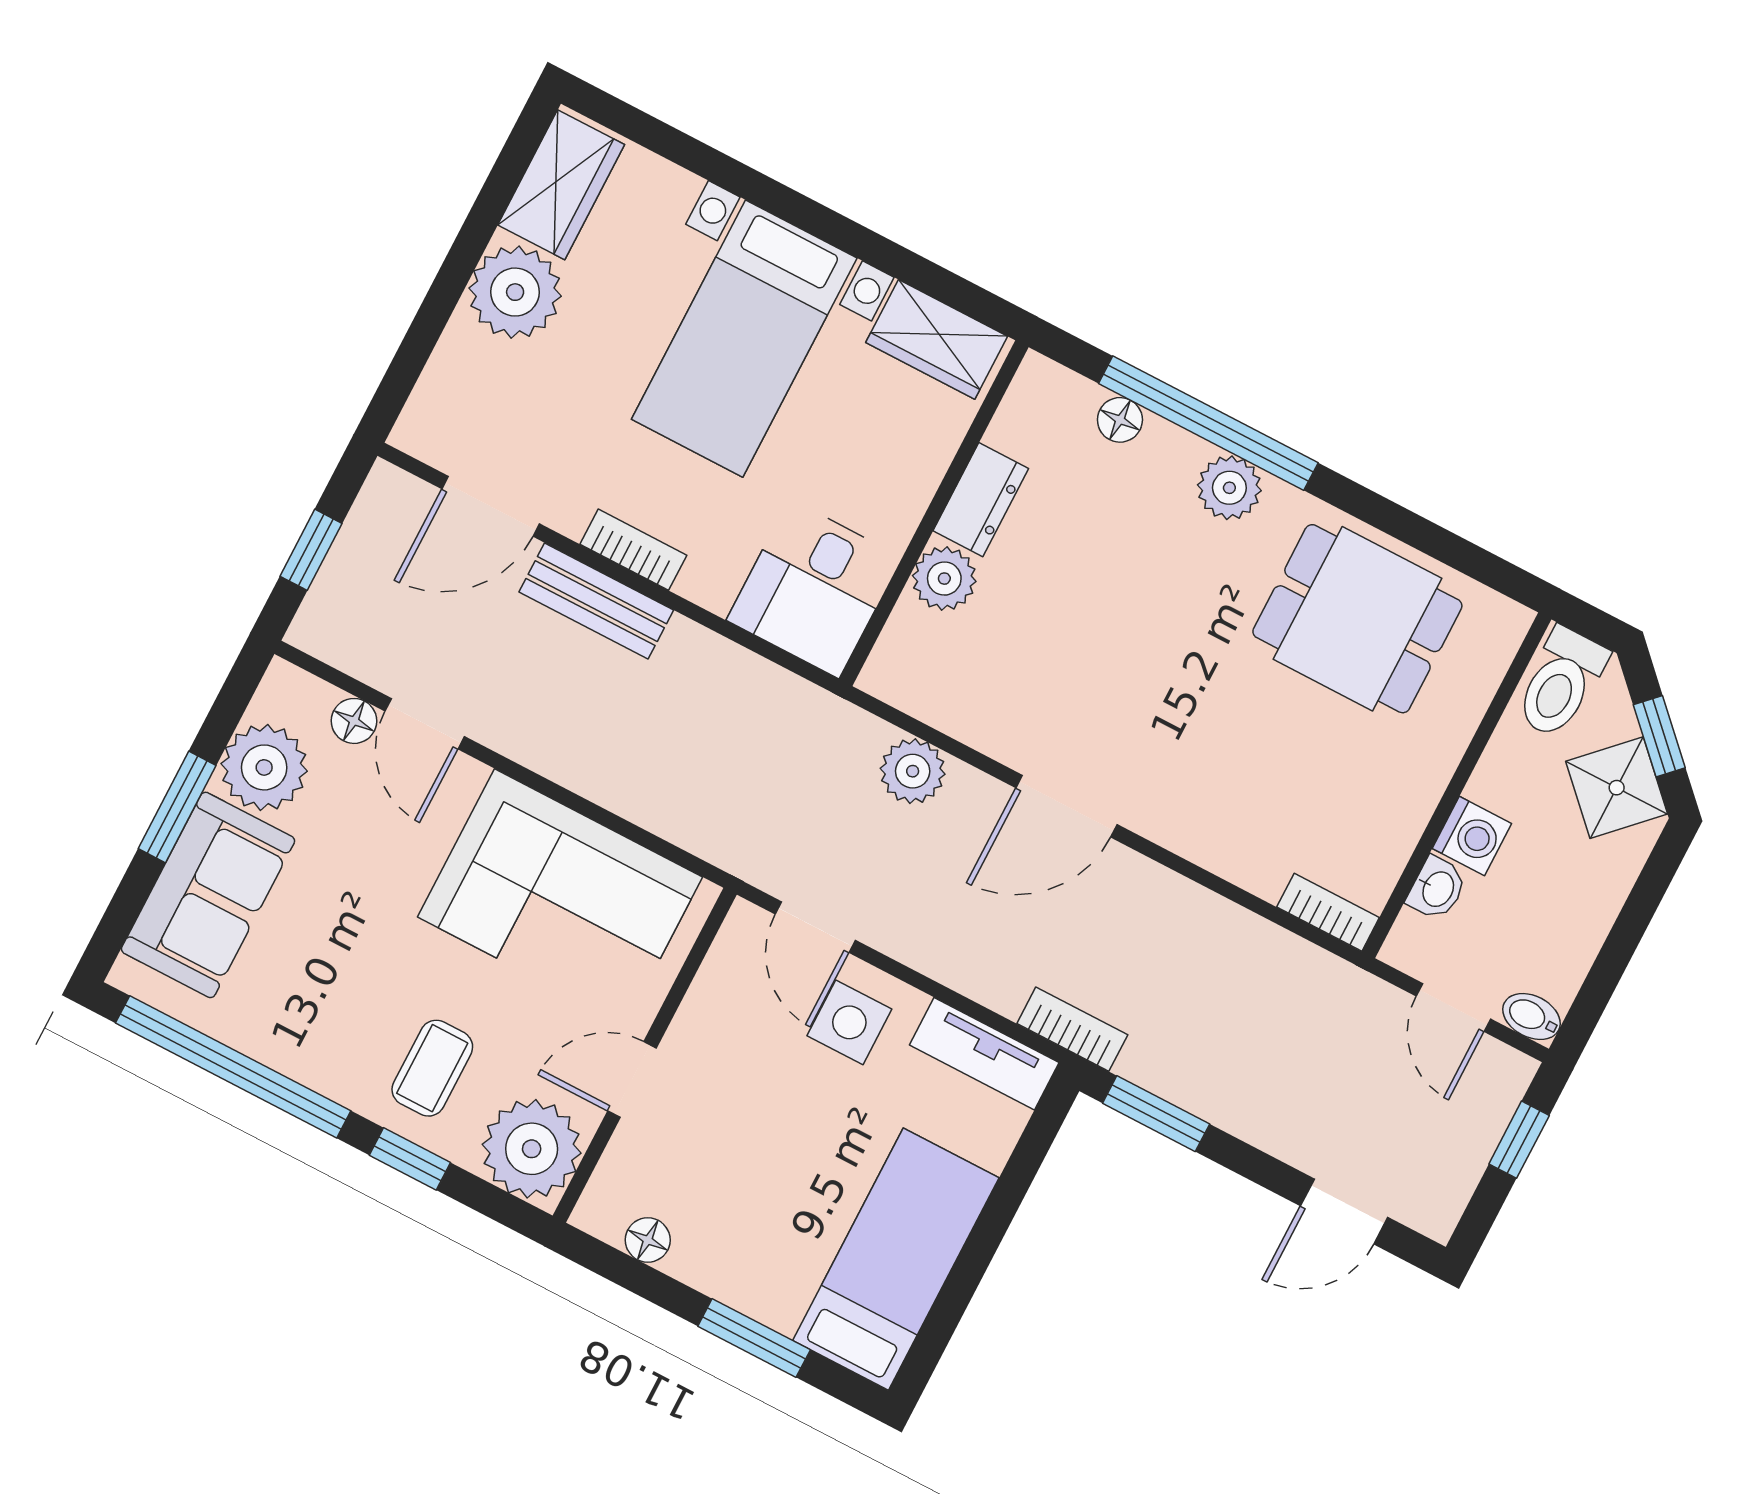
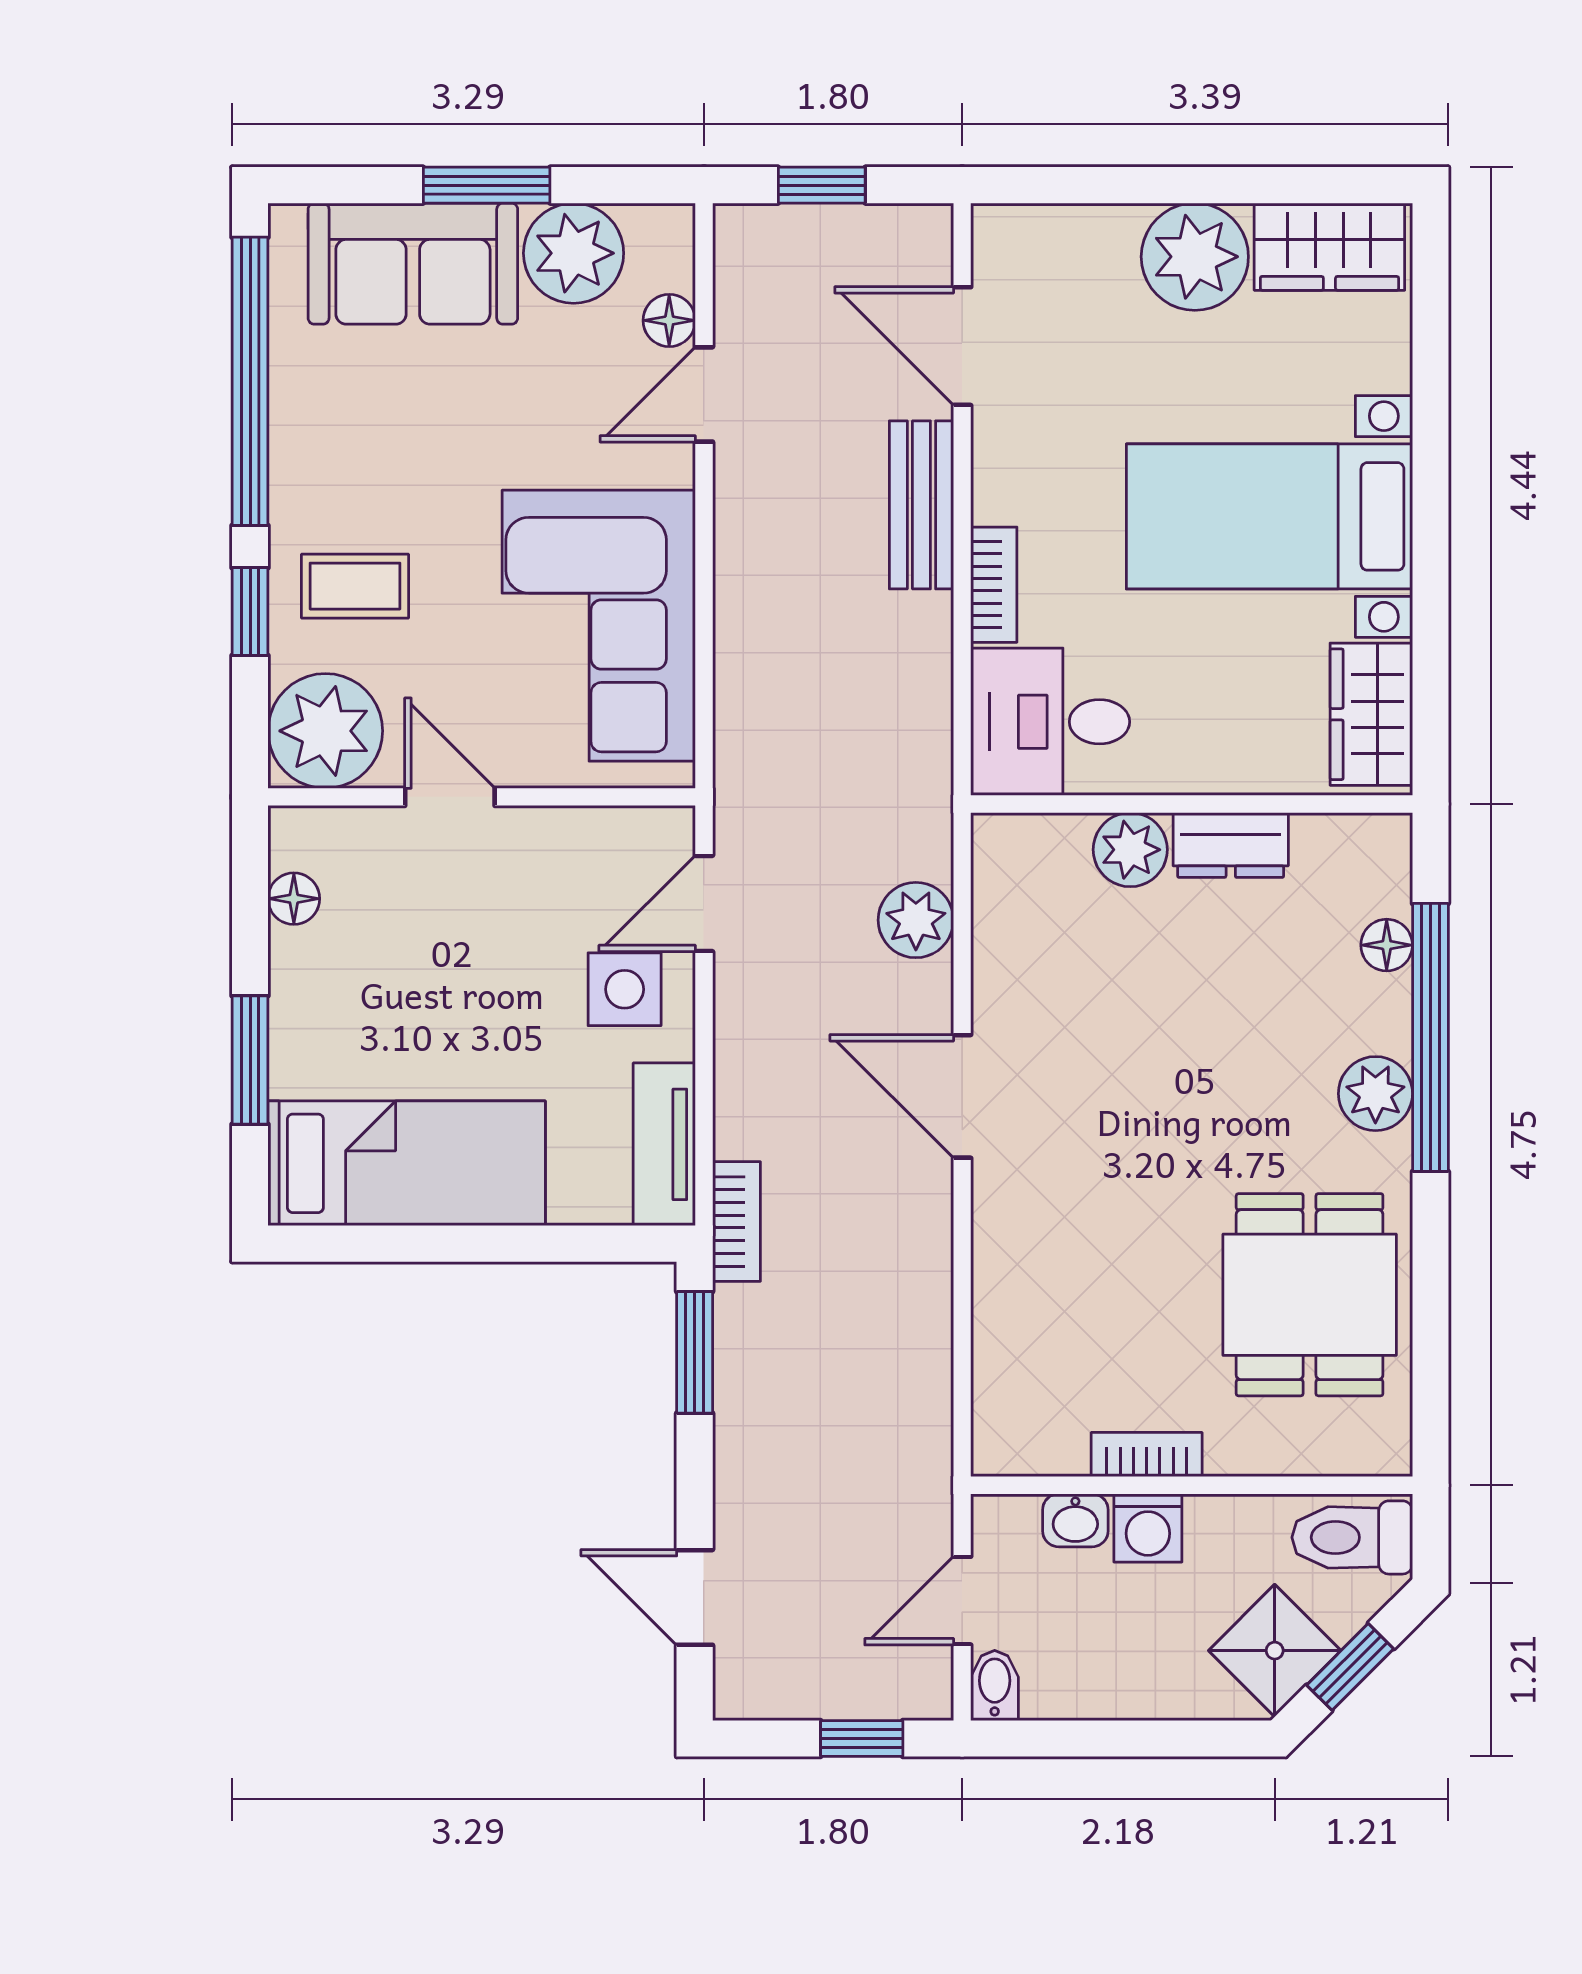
bookcase: (633, 550) -> (994, 585), moved
bookcase: (1328, 912) -> (1147, 1455), moved, turned -90

